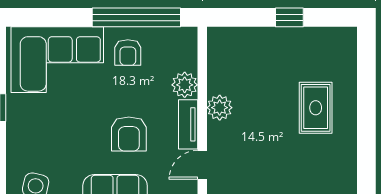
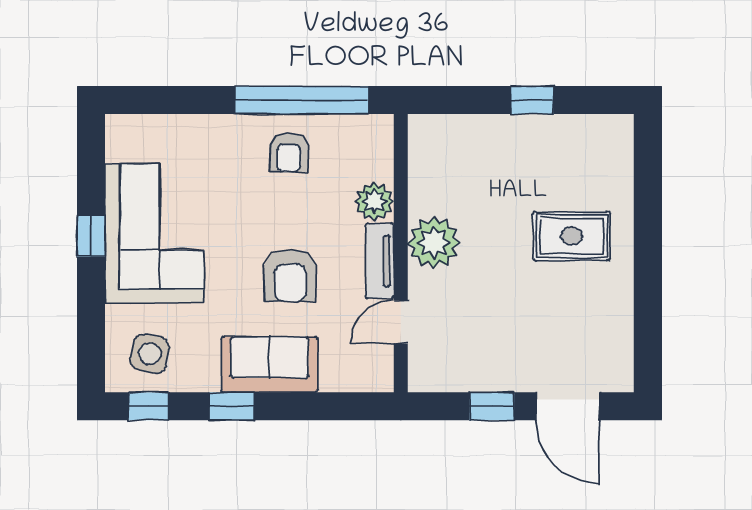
corner sofa: (57, 60) -> (155, 233), moved, turned -90
plant: (220, 108) -> (434, 243), width x1.36, depth x1.36
rug: (316, 108) -> (572, 236), turned 90

